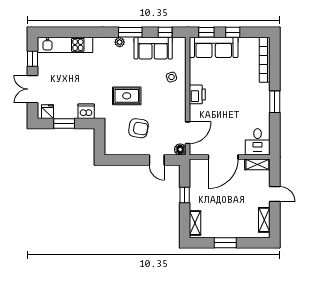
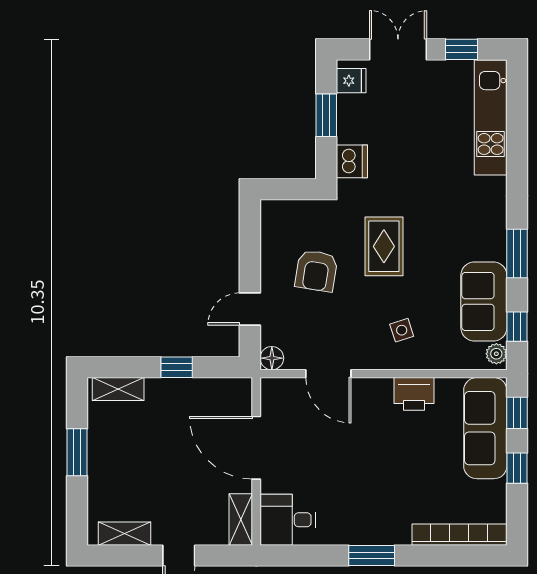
plant: (120, 42) -> (496, 354), moved
side table: (171, 77) -> (402, 330), moved
printer: (197, 94) -> (414, 394), moved
door: (188, 133) -> (328, 374), moved

